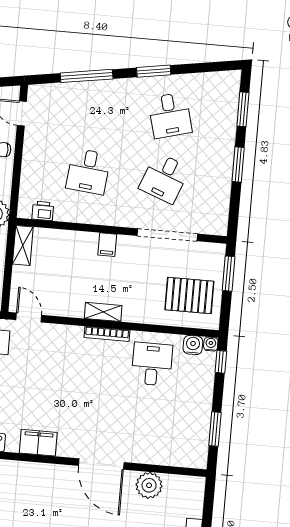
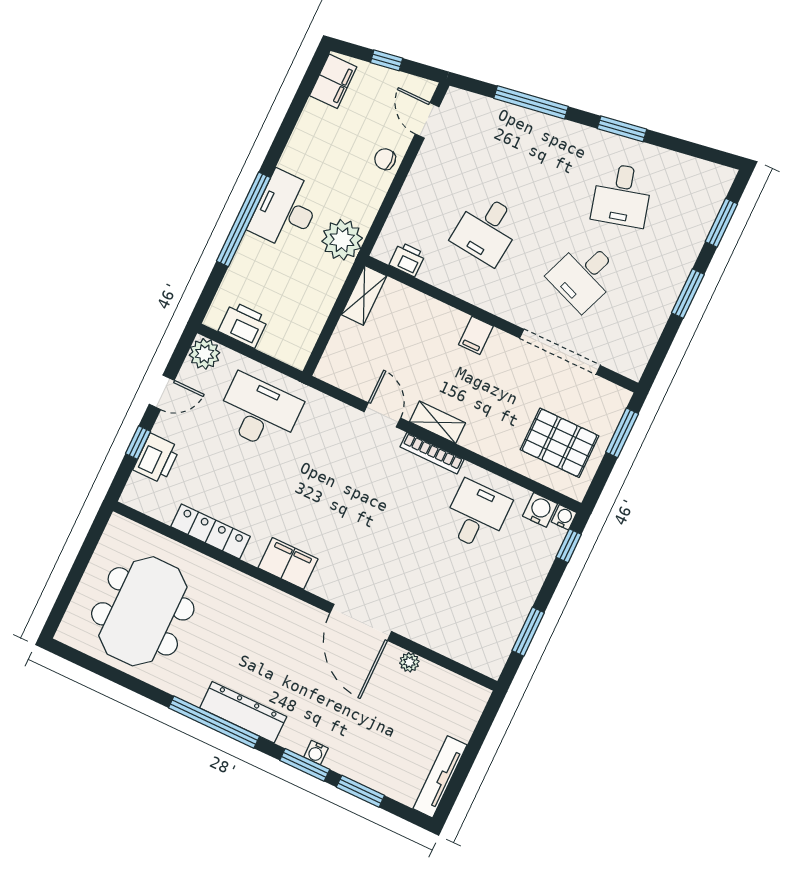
door: (29, 317) -> (382, 415), moved
plant: (149, 485) -> (409, 662), width x0.53, depth x0.53

